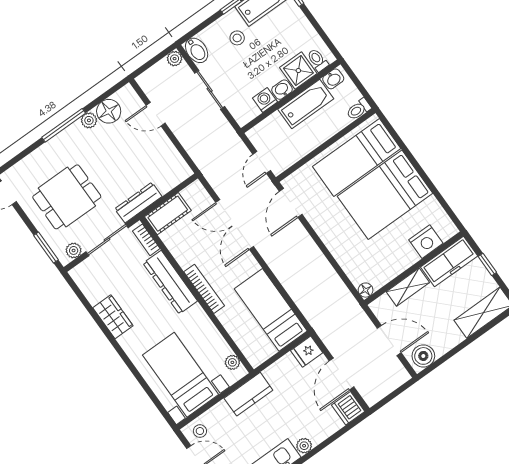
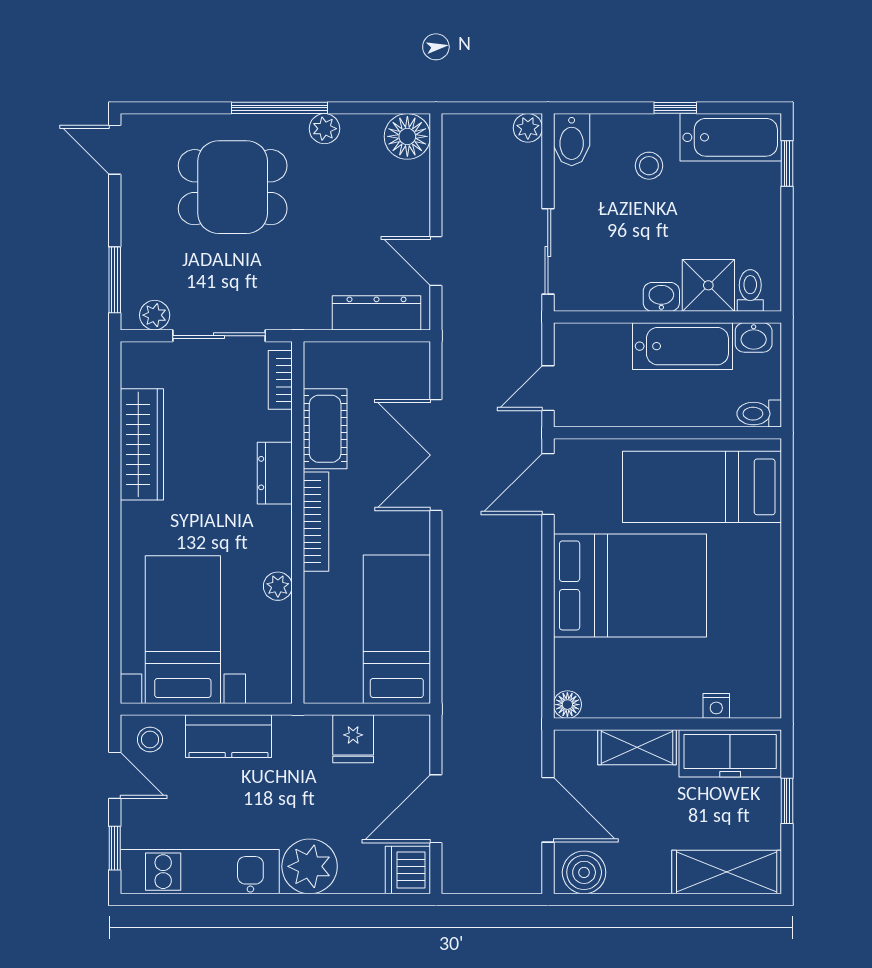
sliding door: (210, 90) -> (548, 251), moved
washing machine: (265, 100) -> (623, 294), removed
floor lamp: (109, 111) -> (407, 136), moved
door: (156, 114) -> (436, 261), moved
bed: (385, 195) -> (630, 585), moved, turned 180
dining table: (67, 197) -> (233, 187), moved
dresser: (138, 203) -> (377, 313), moved
cot: (168, 214) -> (325, 429), moved, turned 90
nightstand: (426, 242) -> (716, 706), width x0.53, depth x0.56
dresser: (170, 282) -> (275, 473), width x0.51, depth x0.80
wardrobe: (113, 317) -> (142, 444), width x1.50
fridge: (307, 352) -> (353, 739), moved, turned -90
plant: (232, 362) -> (278, 586), moved
kitchen counter: (248, 394) -> (228, 736), moved
plant: (304, 446) -> (310, 866), width x1.88, depth x1.88

